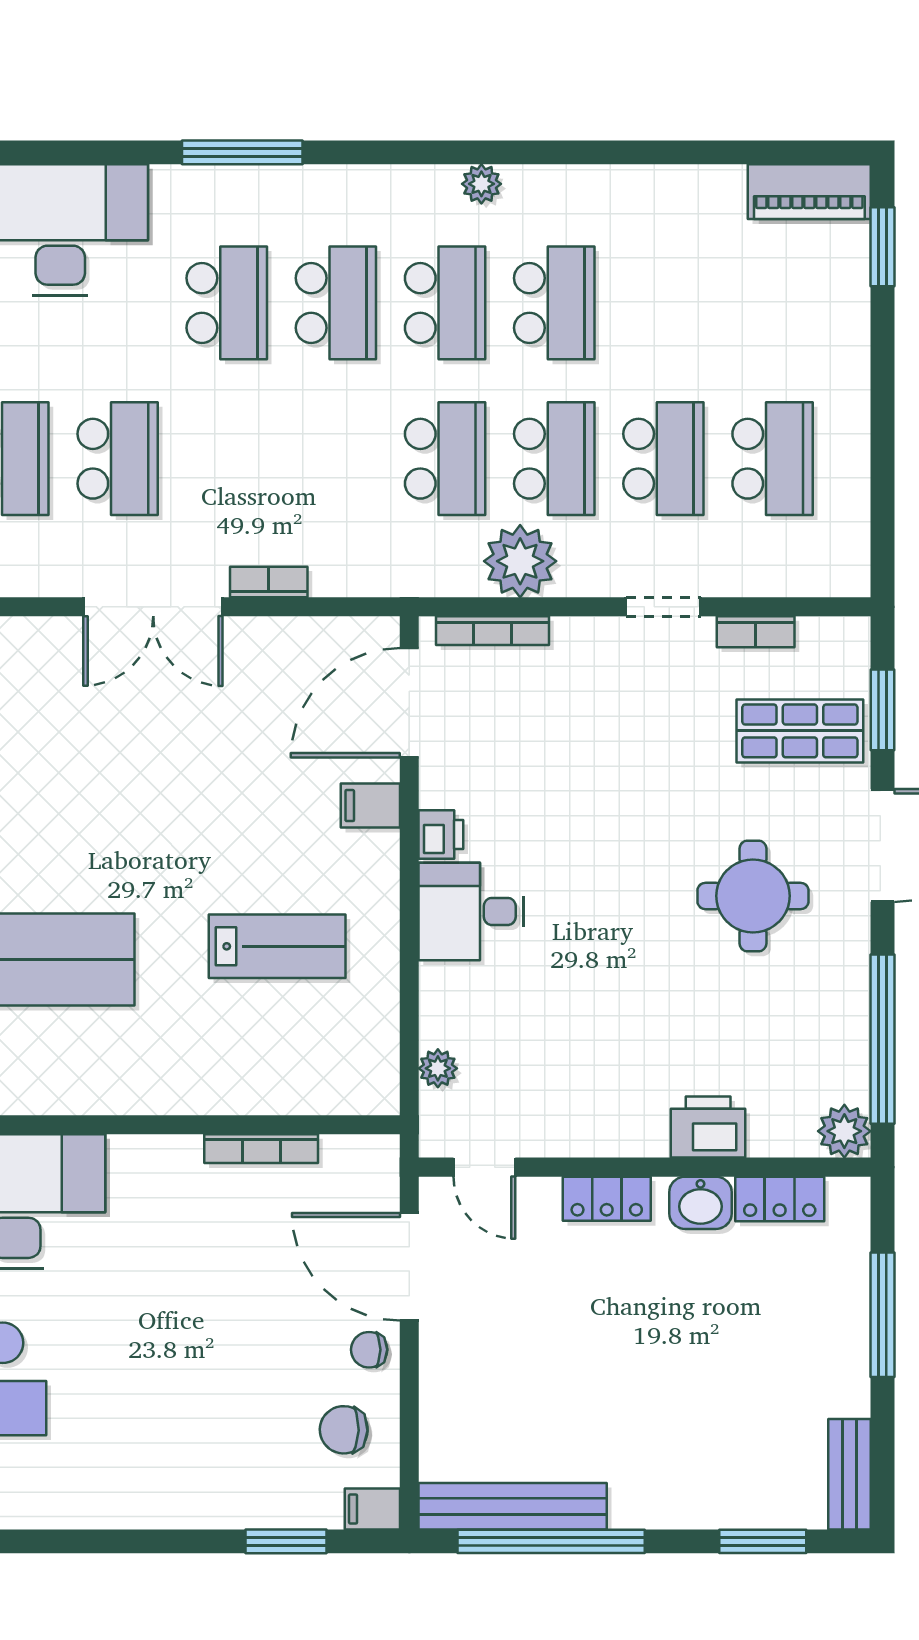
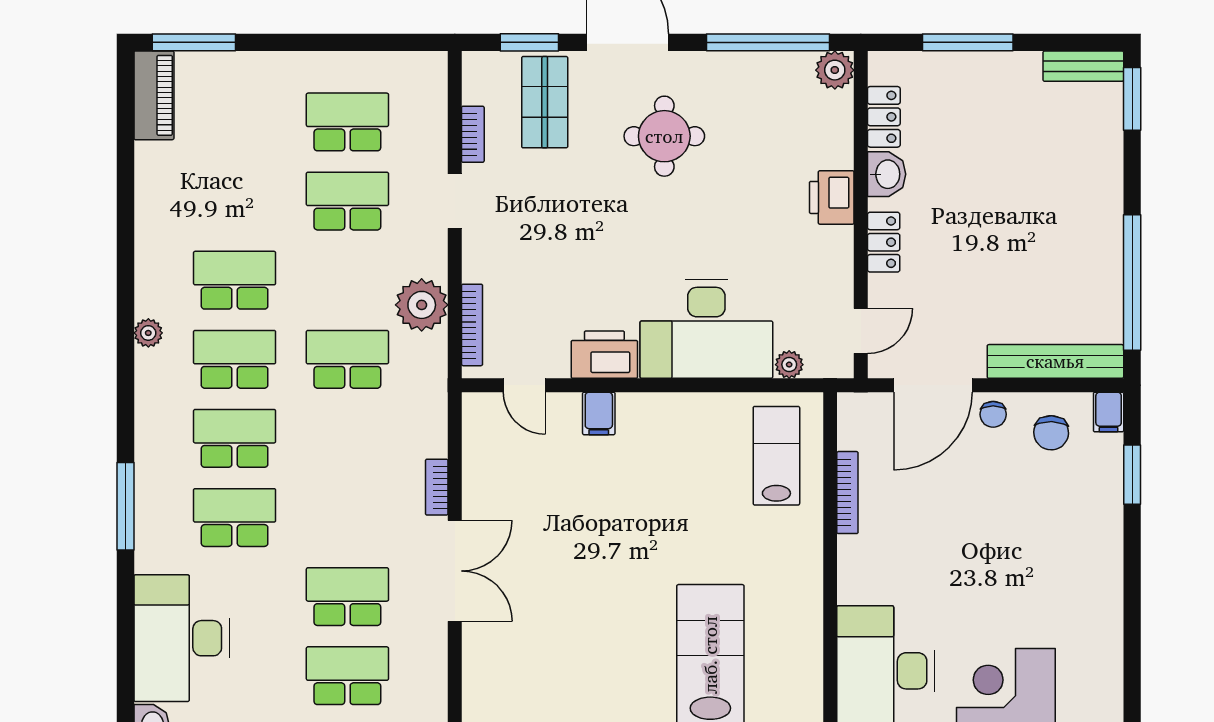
window: (883, 247) -> (194, 42), width x1.44
school desk: (554, 459) -> (347, 280), removed
door: (409, 703) -> (524, 385), width x0.53
printer: (441, 835) -> (604, 355), width x1.87, depth x1.48
desk: (471, 911) -> (706, 329), width x1.87, depth x1.30
lab bench: (277, 946) -> (776, 456), moved
printer: (708, 1127) -> (832, 197), moved
bench: (513, 1506) -> (1055, 361), moved, turned 90
window: (763, 1541) -> (1132, 99), moved

